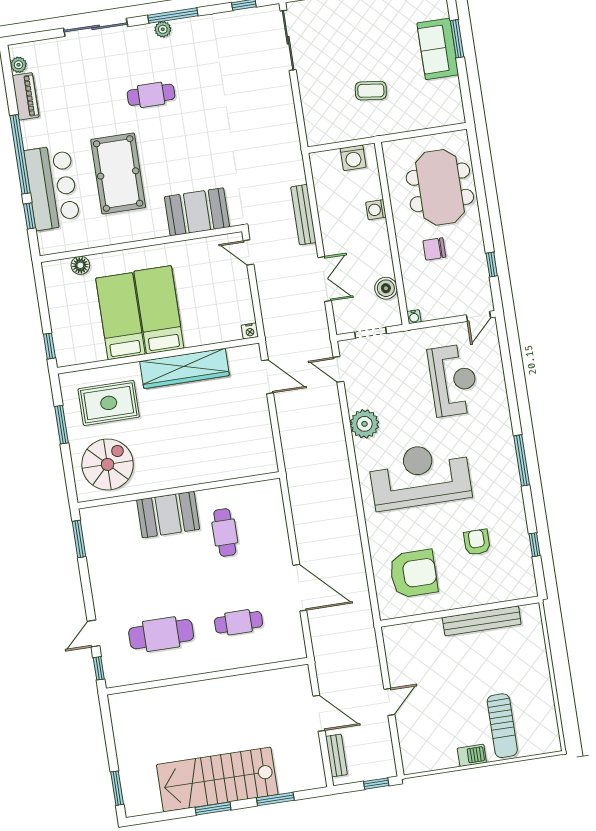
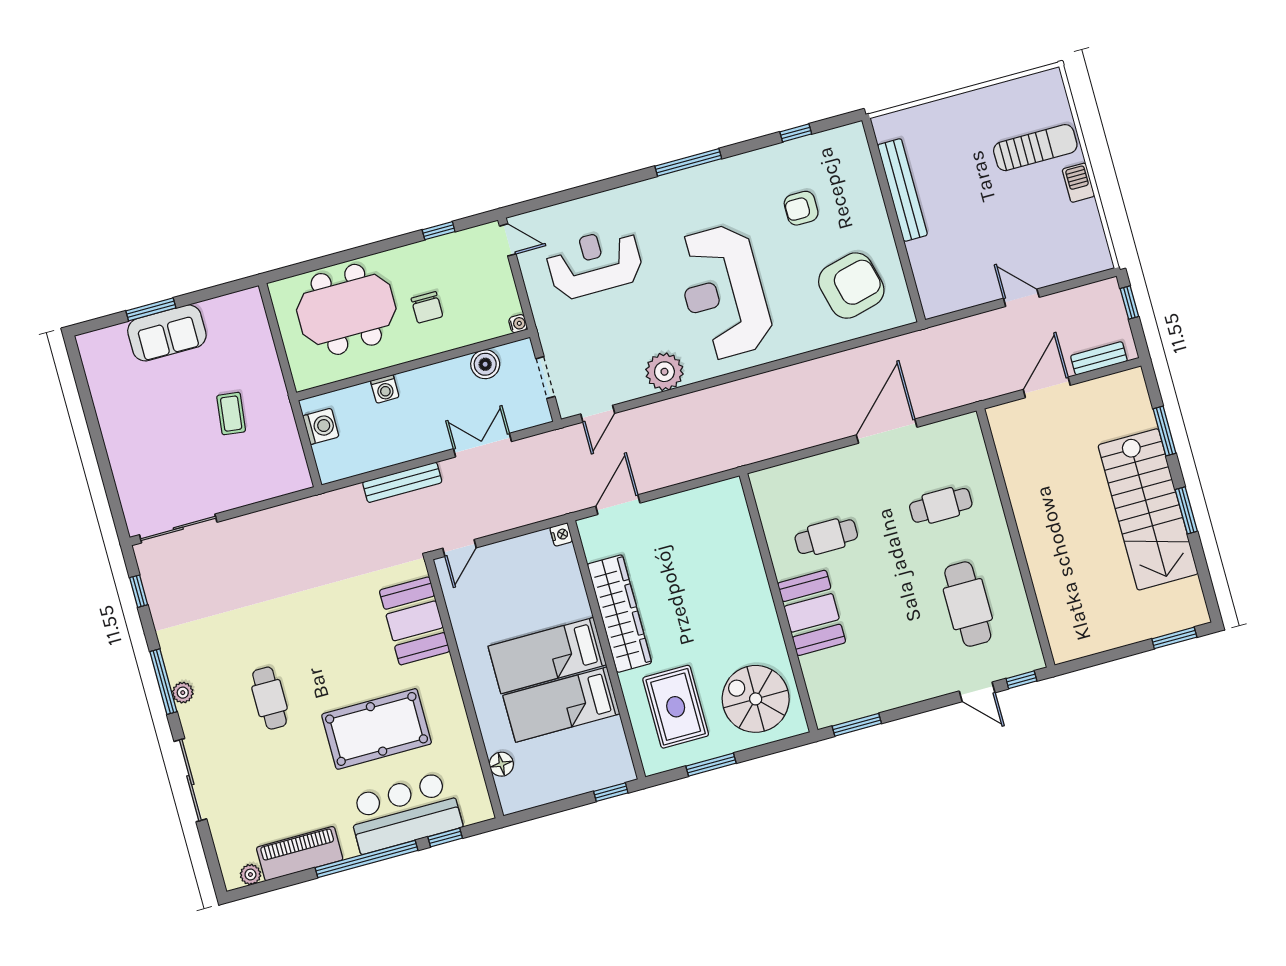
piano: (26, 96) -> (300, 854), width x1.37, depth x1.33
armchair: (414, 574) -> (851, 286), turned 76
cafe table: (239, 622) -> (941, 505), turned 90

